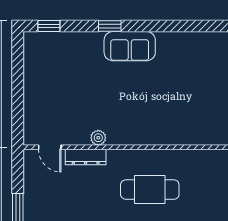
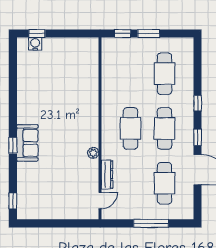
window: (110, 26) -> (13, 145), moved
plant: (98, 138) -> (93, 153), moved

